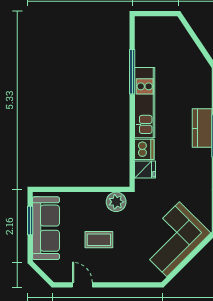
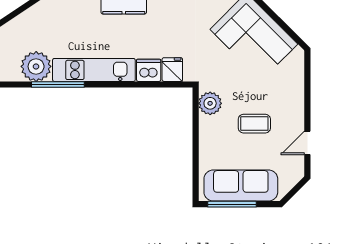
plant: (148, 53) -> (36, 66), added
window: (30, 220) -> (232, 204), width x1.44
coffee table: (99, 240) -> (254, 124), turned 90

